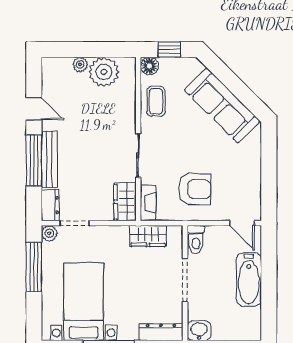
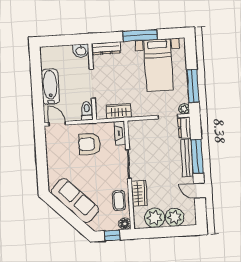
plant: (80, 64) -> (175, 217), width x1.88, depth x1.88
wardrobe: (125, 202) -> (139, 193), moved

